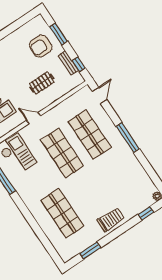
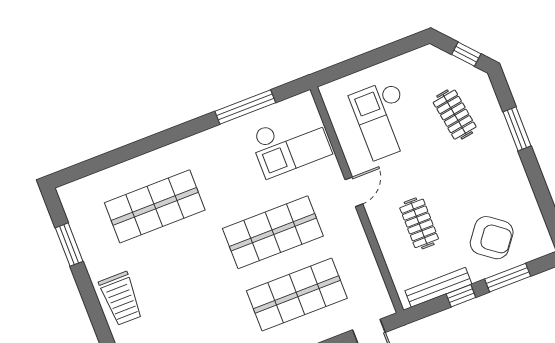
armchair: (41, 46) -> (492, 238), turned 127
bench: (68, 63) -> (438, 287), width x1.36
window: (79, 64) -> (461, 296), moved

